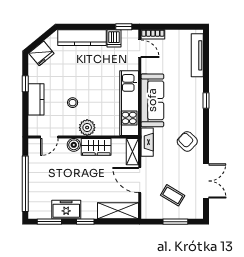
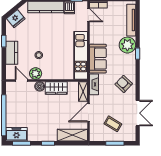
plant: (192, 89) -> (127, 45), added
sofa: (152, 100) -> (98, 59), width x0.73
plant: (87, 128) -> (36, 74), moved
door: (49, 137) -> (22, 81), swing flipped
door: (140, 180) -> (88, 112), hinge flipped
freezer: (66, 209) -> (16, 134), moved

